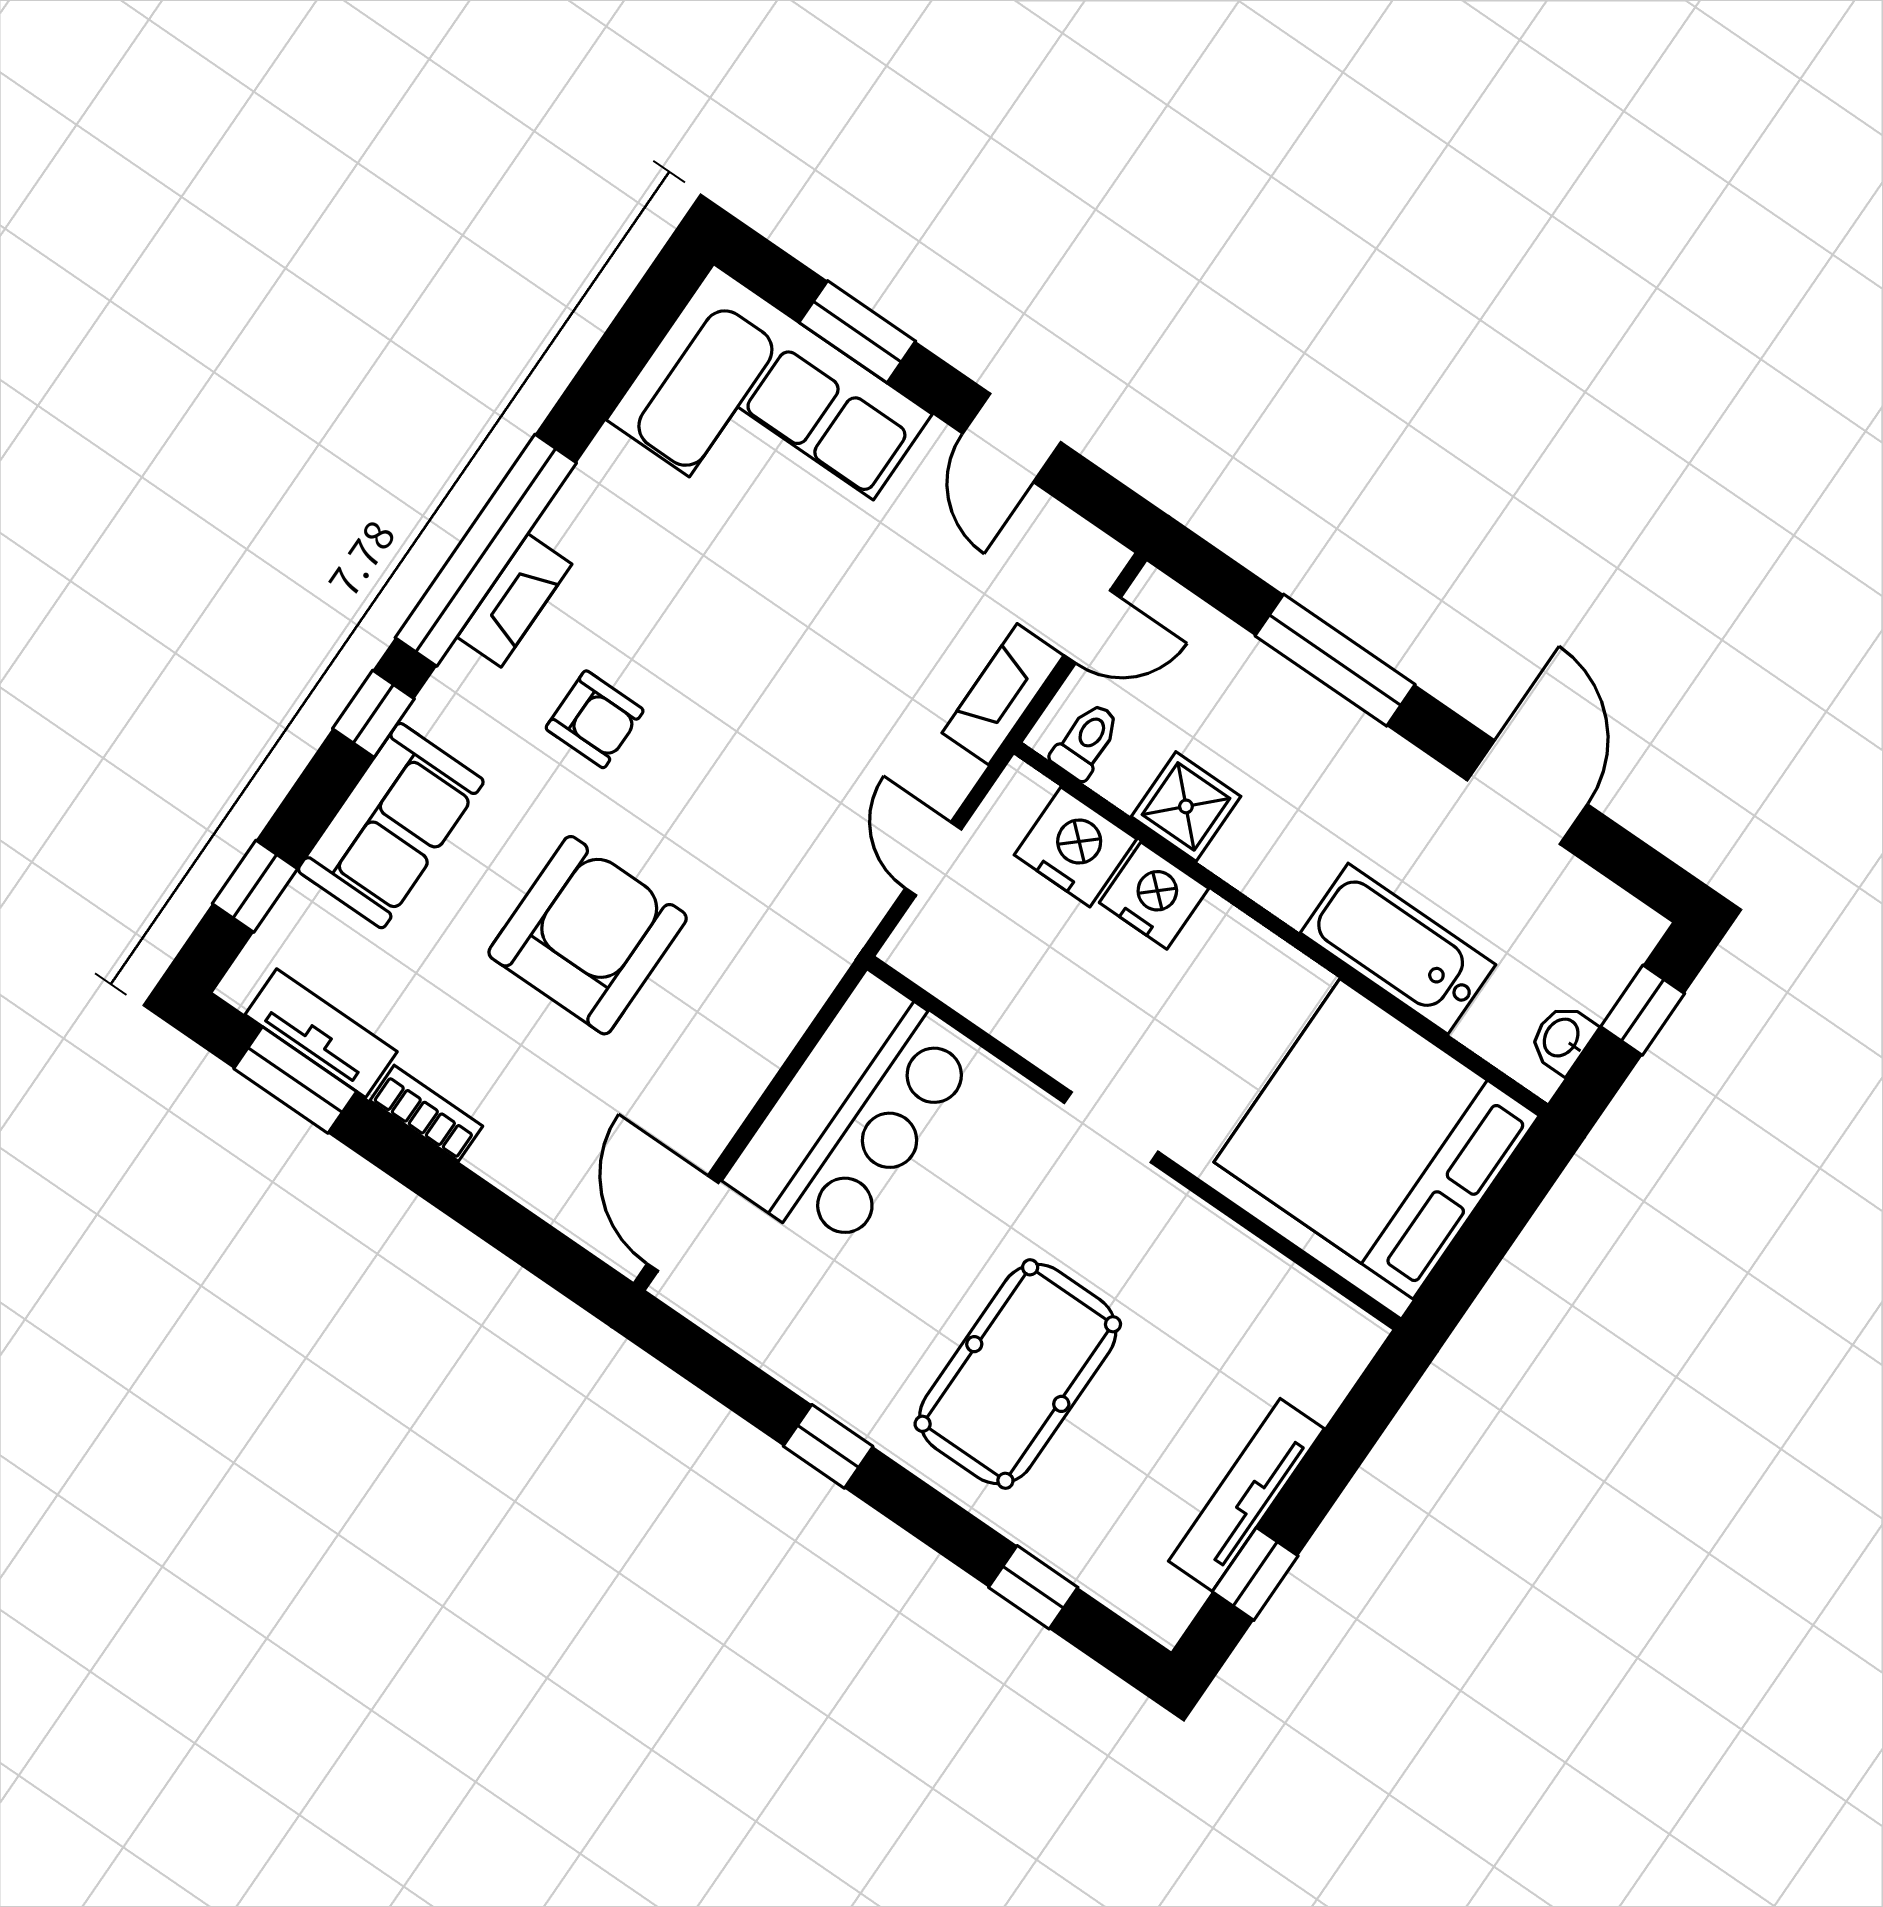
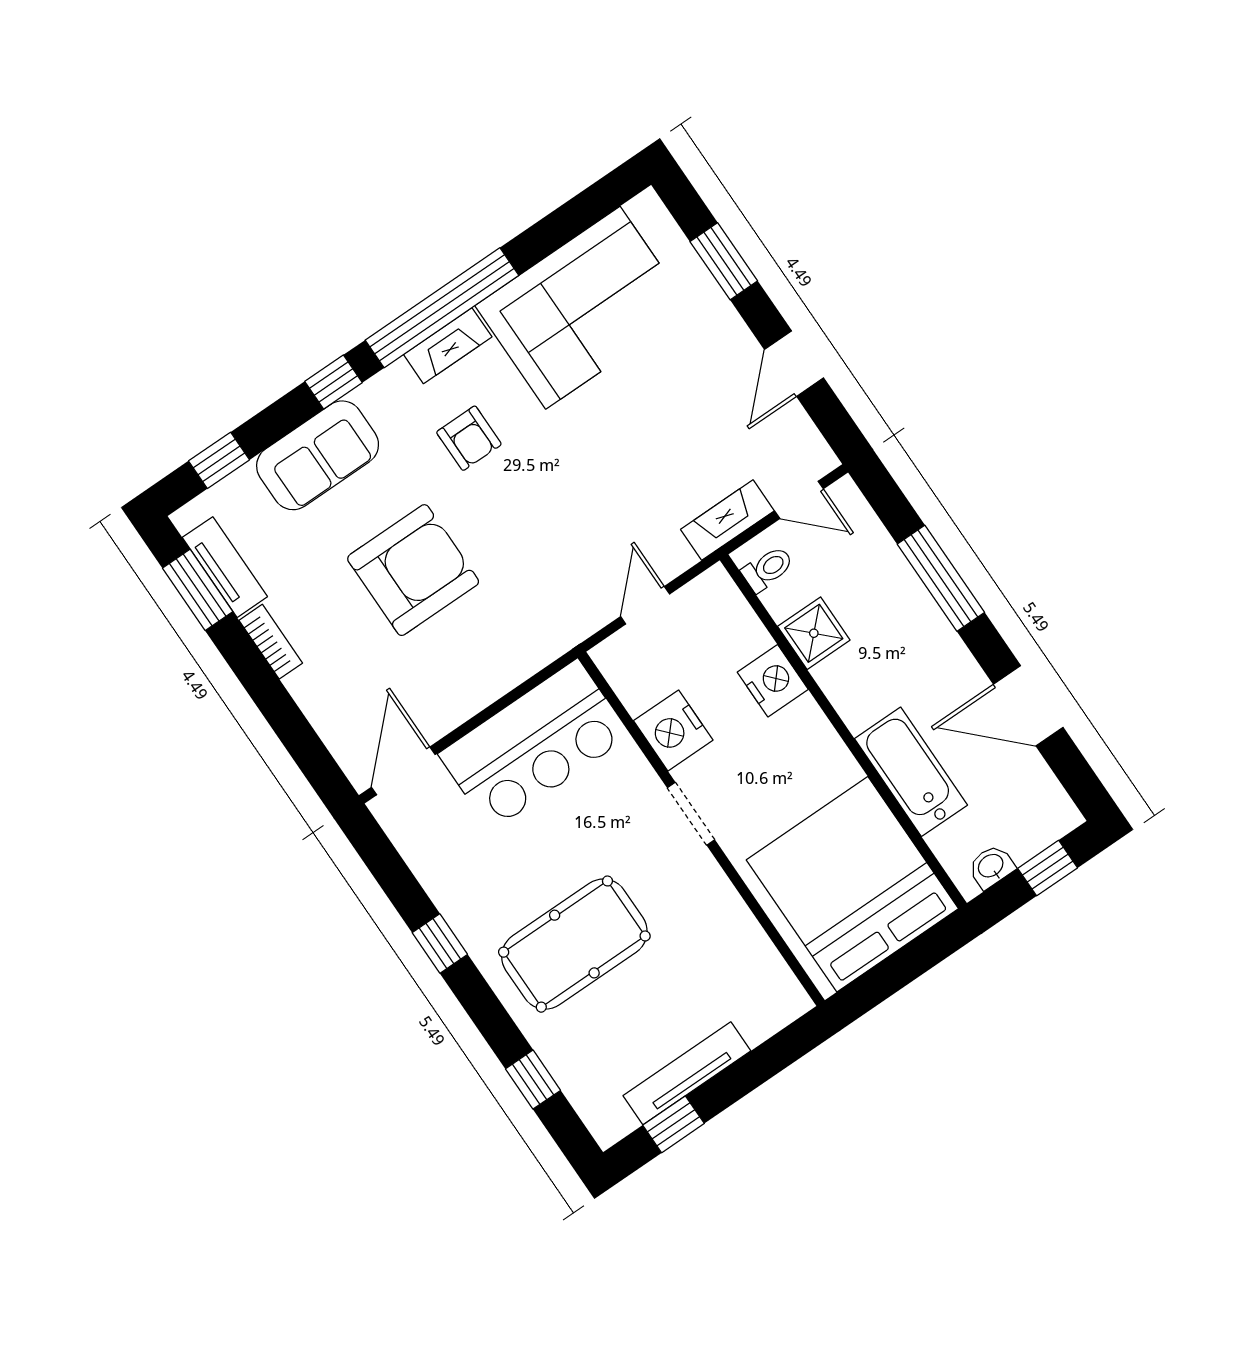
corner sofa: (769, 417) -> (583, 308), moved, turned -90
door: (1527, 792) -> (1028, 706), swing flipped
nightstand: (1075, 847) -> (673, 730), moved, turned 180

